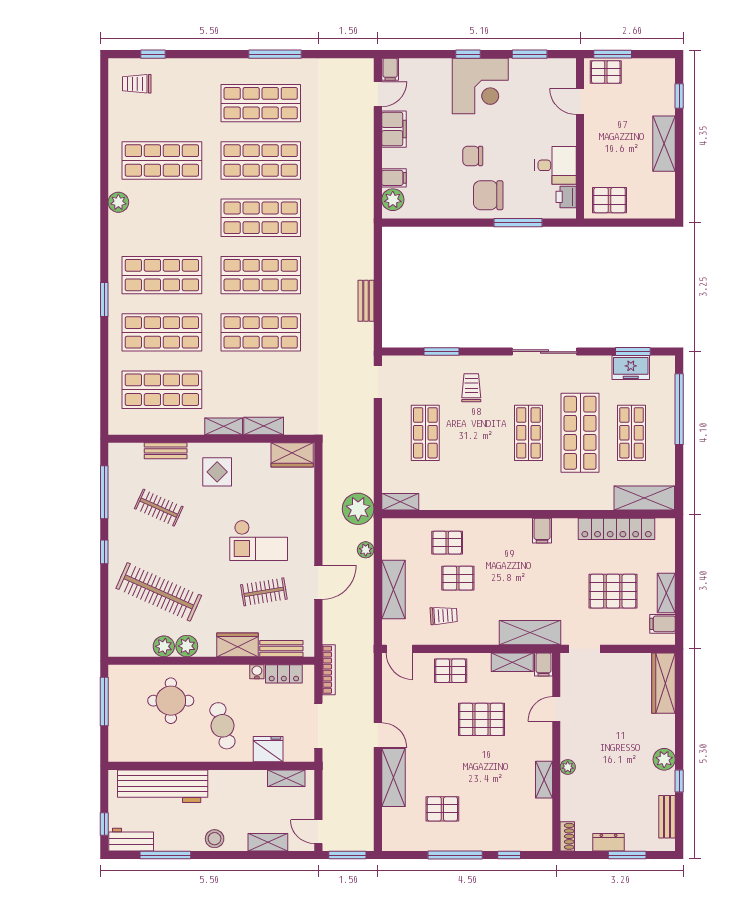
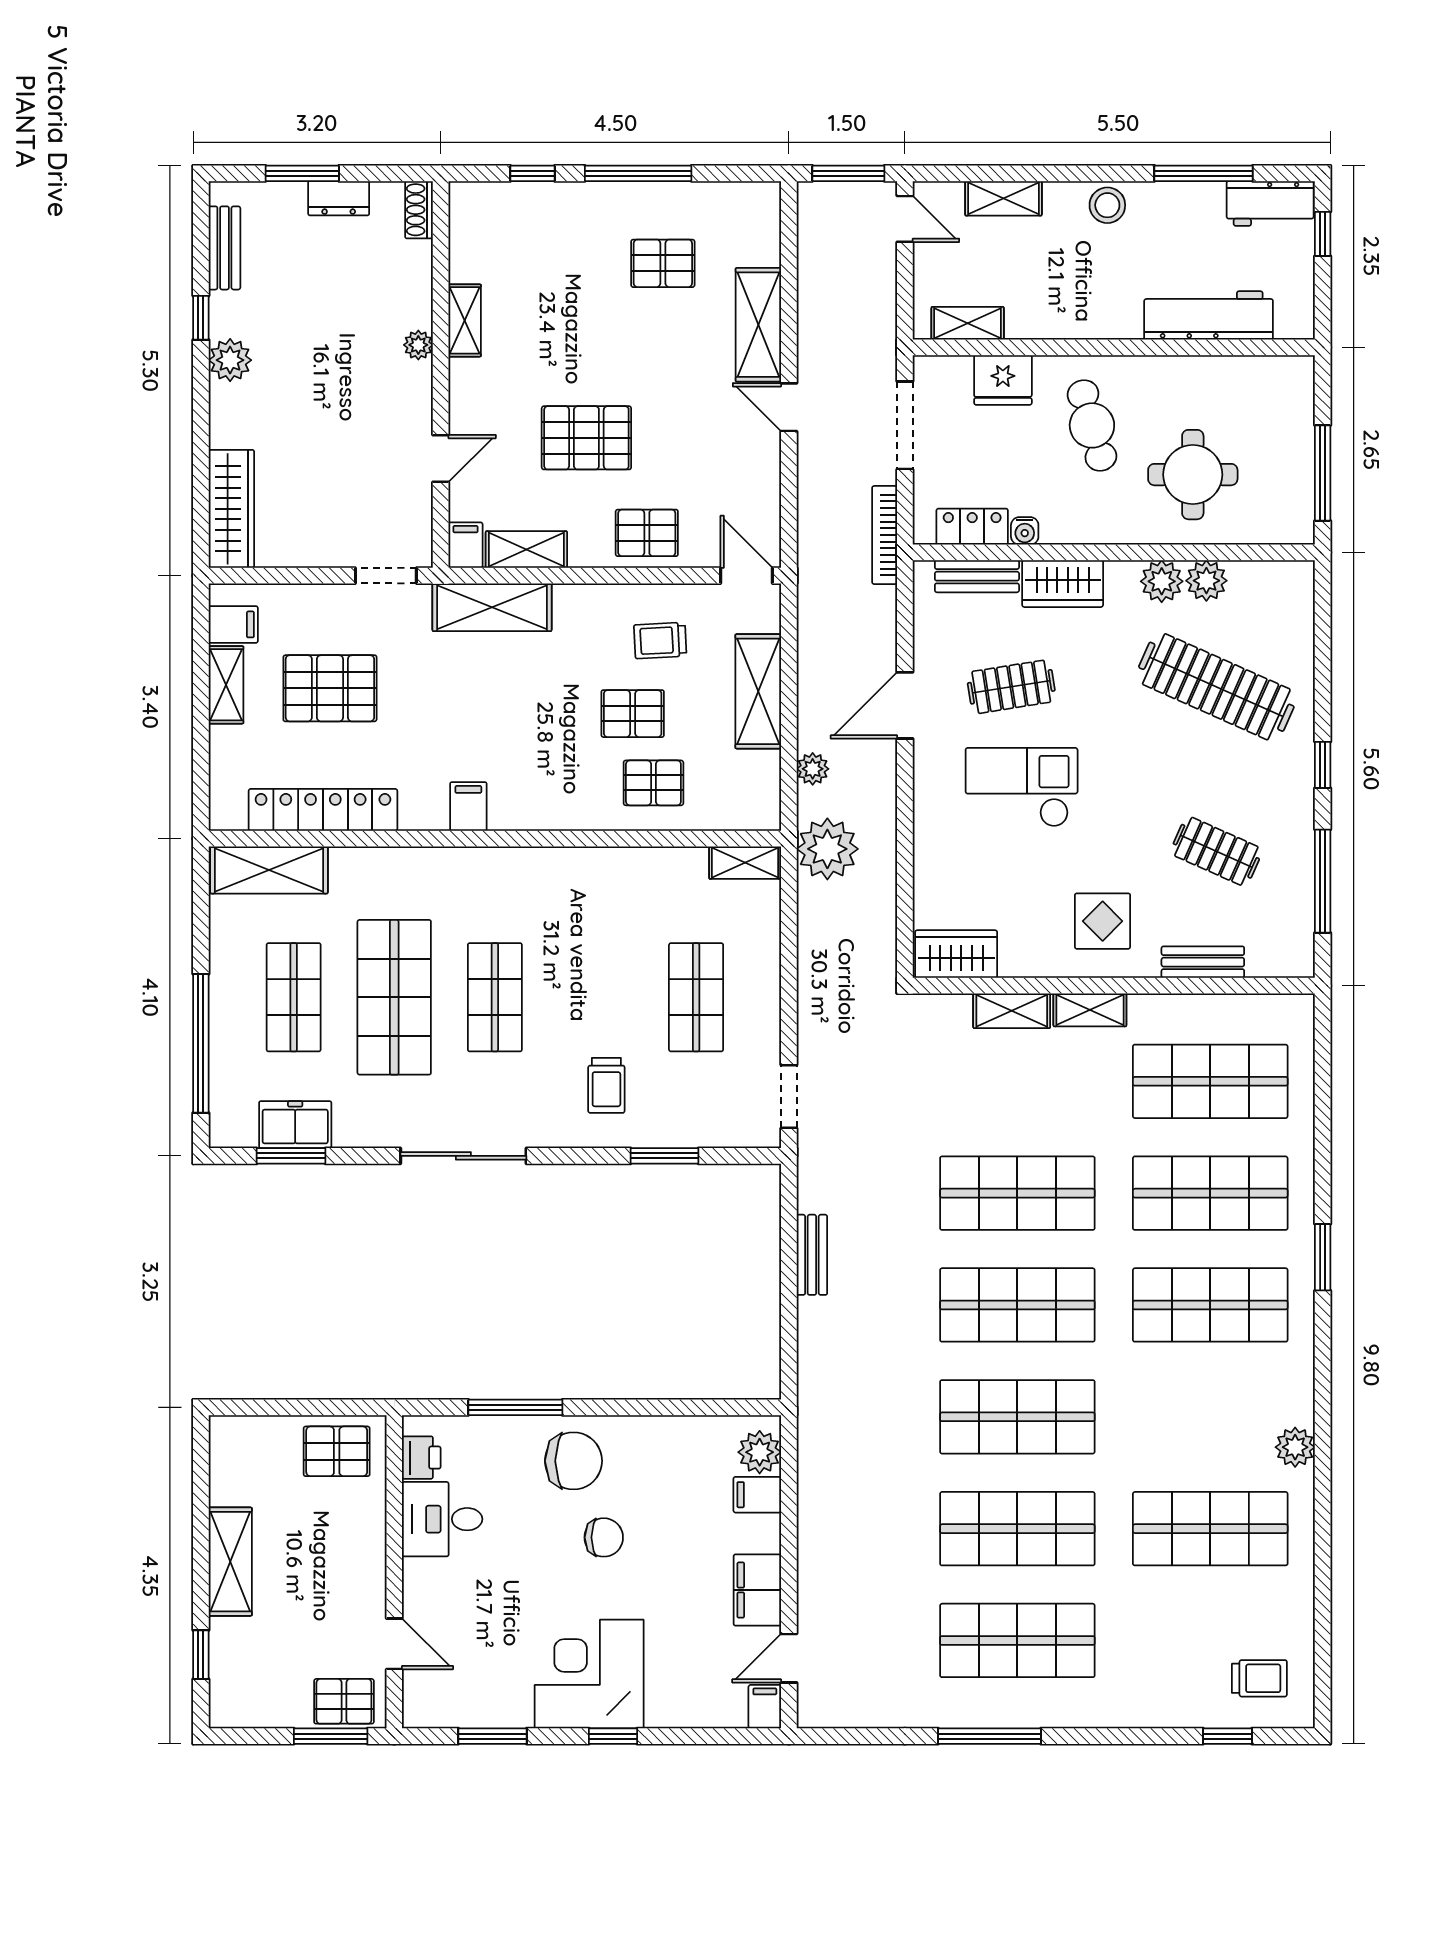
workbench: (163, 786) -> (1209, 315), width x0.73, depth x0.76

